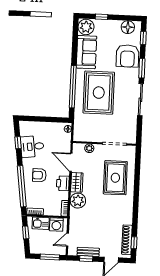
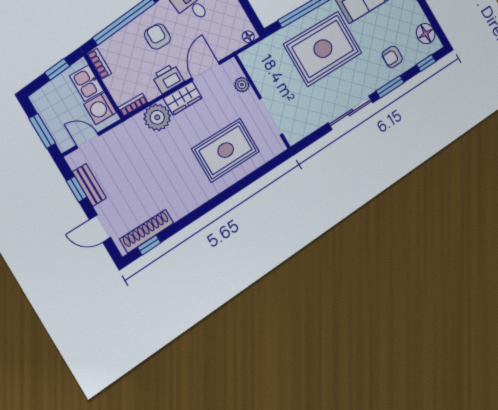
armchair: (128, 56) -> (392, 57), width x0.53, depth x0.53

